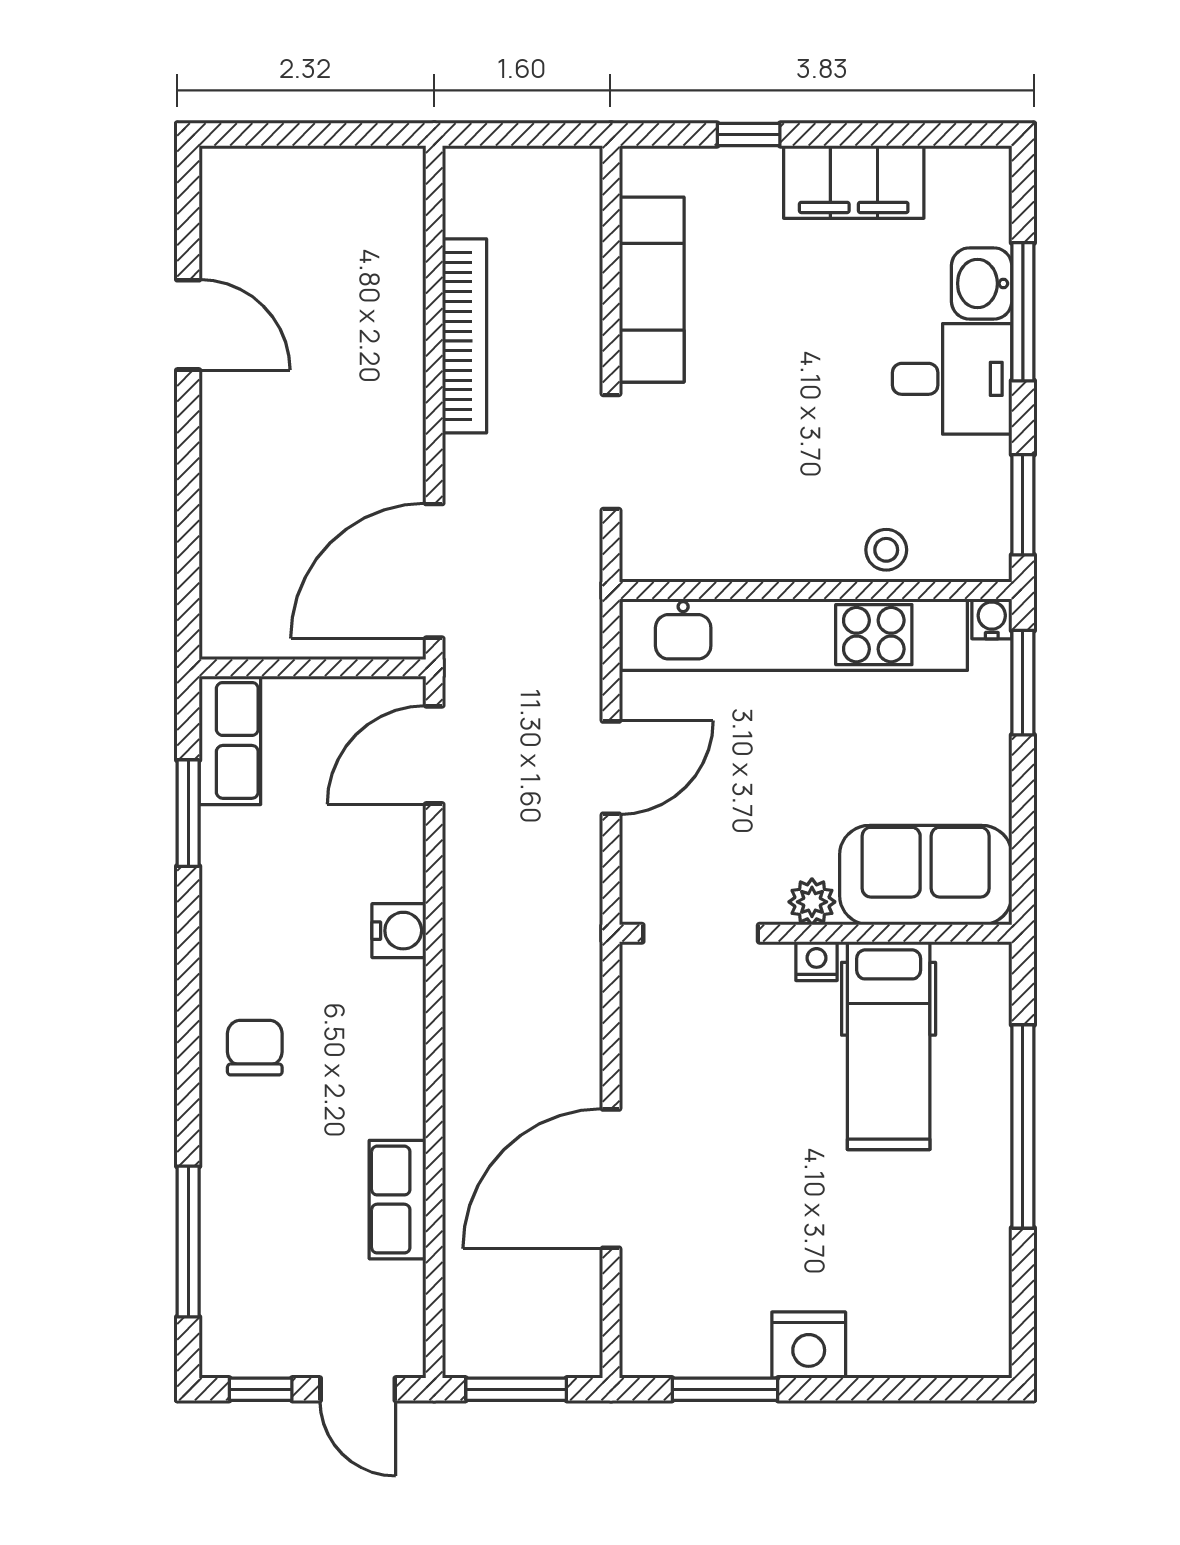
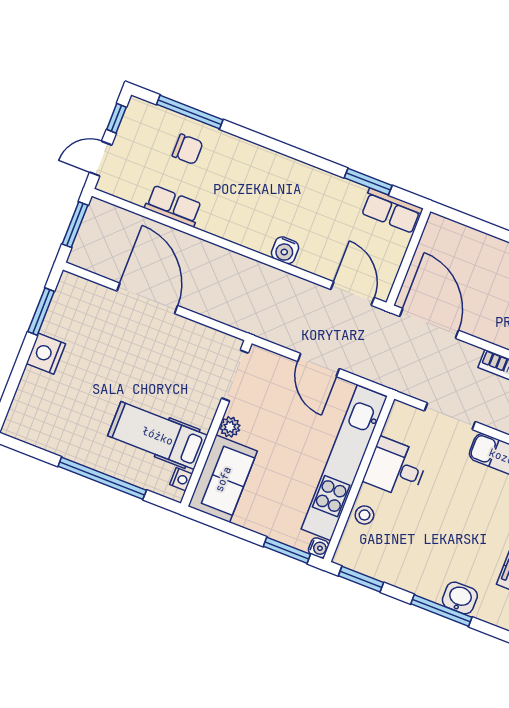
desk: (952, 379) -> (396, 468), moved, turned 90
nightstand: (817, 961) -> (181, 479), moved
chair: (255, 1048) -> (188, 149), moved

